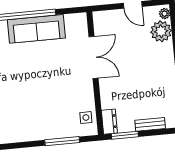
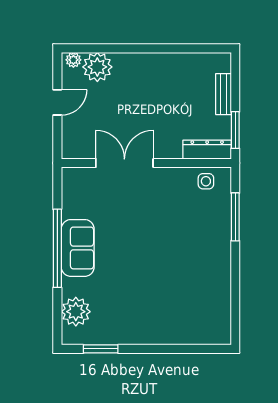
sofa: (36, 29) -> (78, 248), width x0.73
dresser: (109, 122) -> (207, 150), width x1.44

